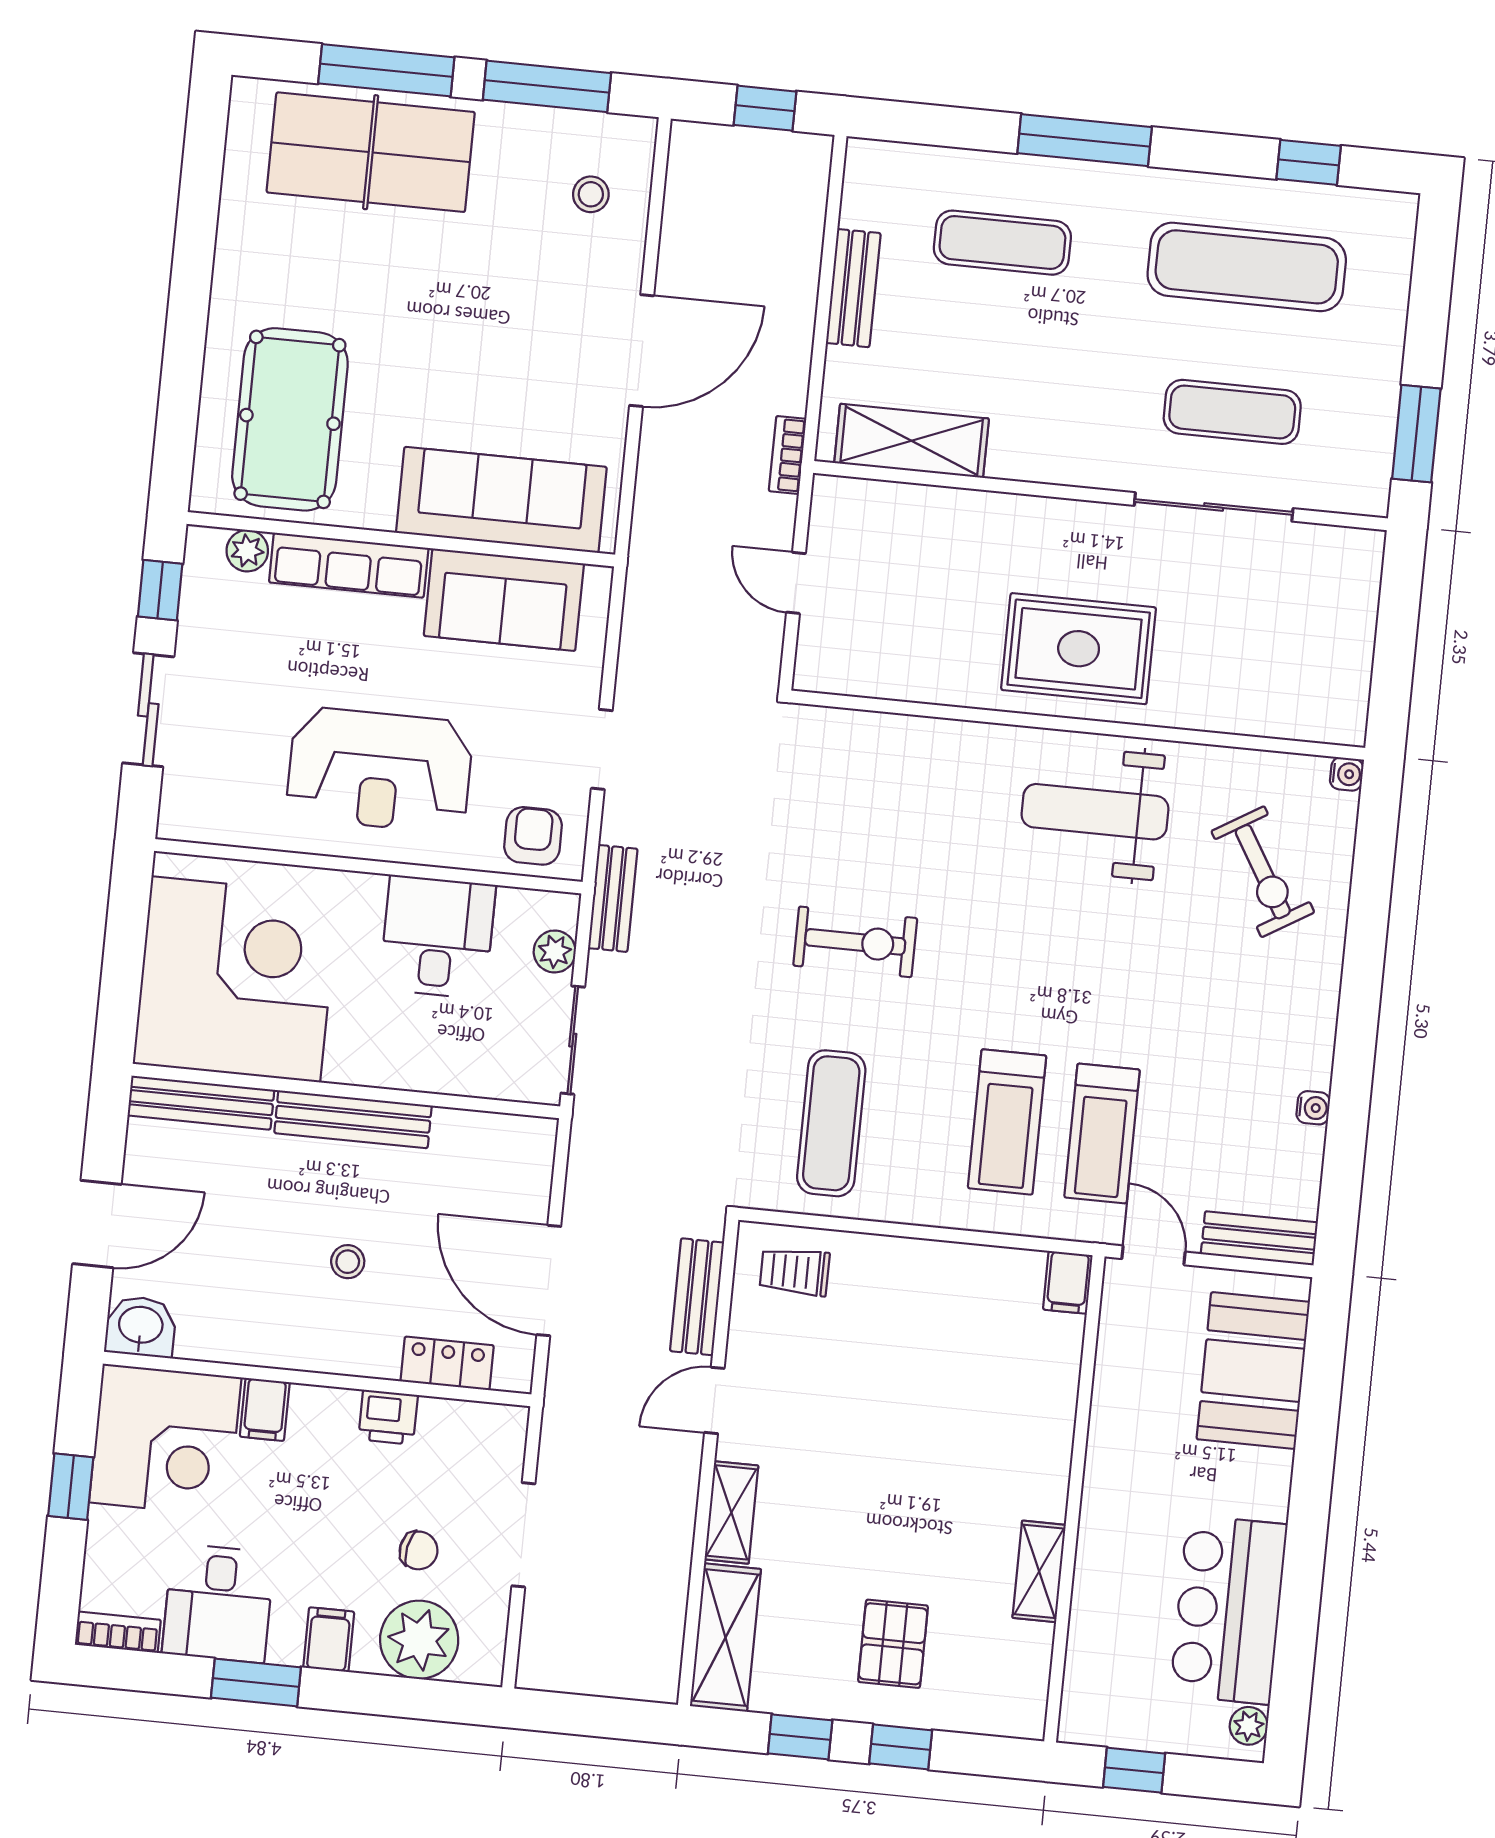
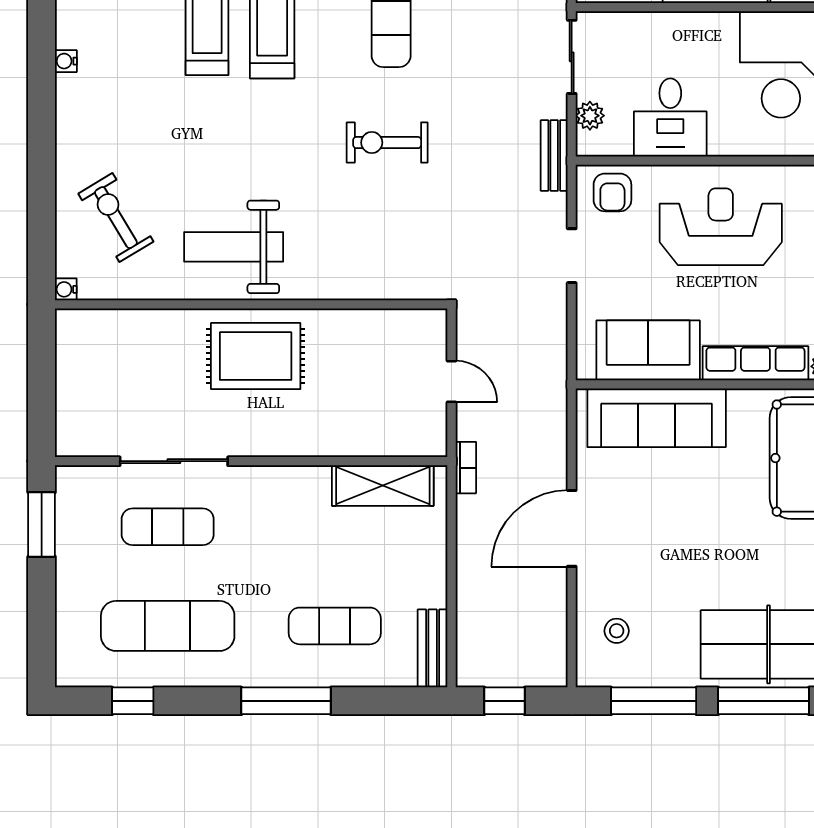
bench: (853, 288) -> (433, 648), moved
weight bench: (1095, 812) -> (234, 247), turned 180

